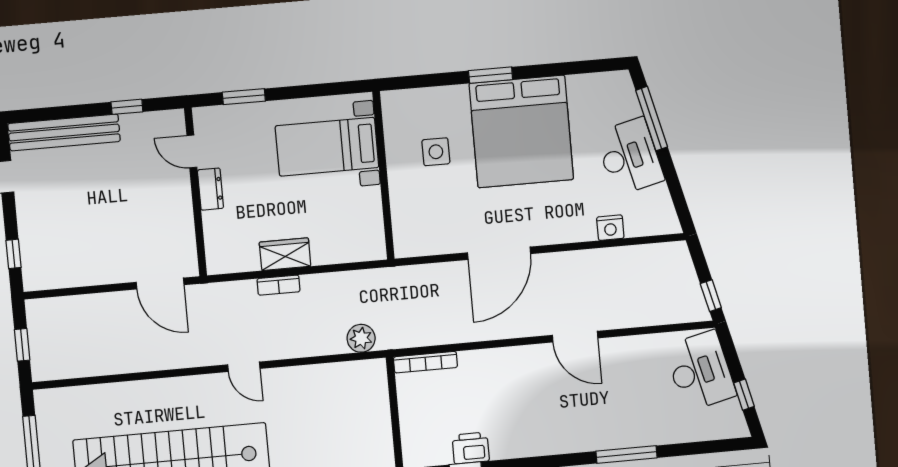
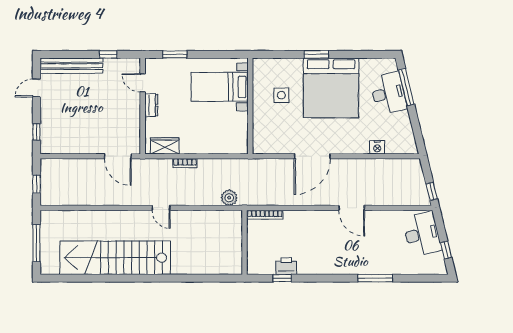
desk: (630, 157) -> (388, 93), moved
wardrobe: (285, 254) -> (165, 146), moved

